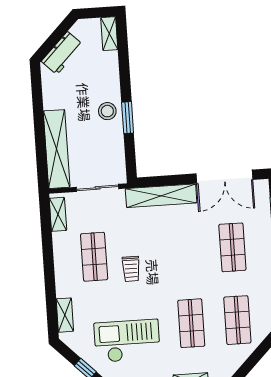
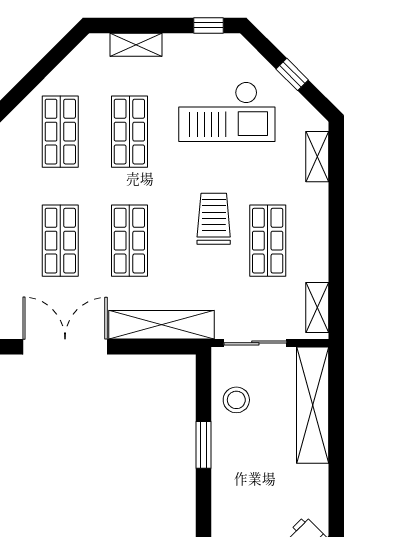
stool: (107, 111) -> (236, 400), moved
shop shelf: (186, 250) -> (129, 241), added
trolley: (131, 269) -> (214, 219), width x1.36, depth x1.39

